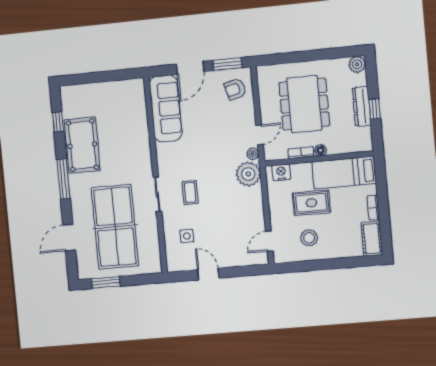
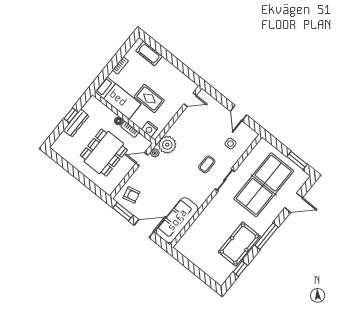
plant: (357, 64) -> (58, 147), removed
stool: (309, 238) -> (168, 82), removed
cot: (372, 239) -> (149, 54), moved, turned 90

